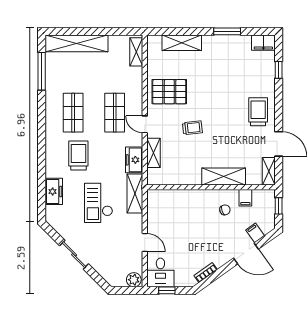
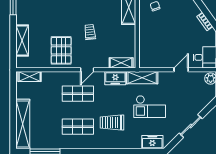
shelving: (154, 153) -> (121, 63), moved
freezer: (54, 191) -> (152, 142), moved

